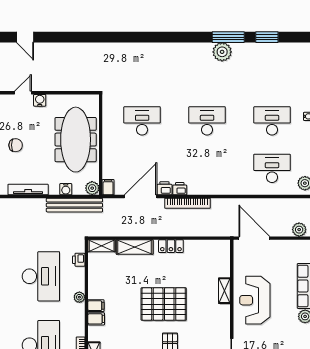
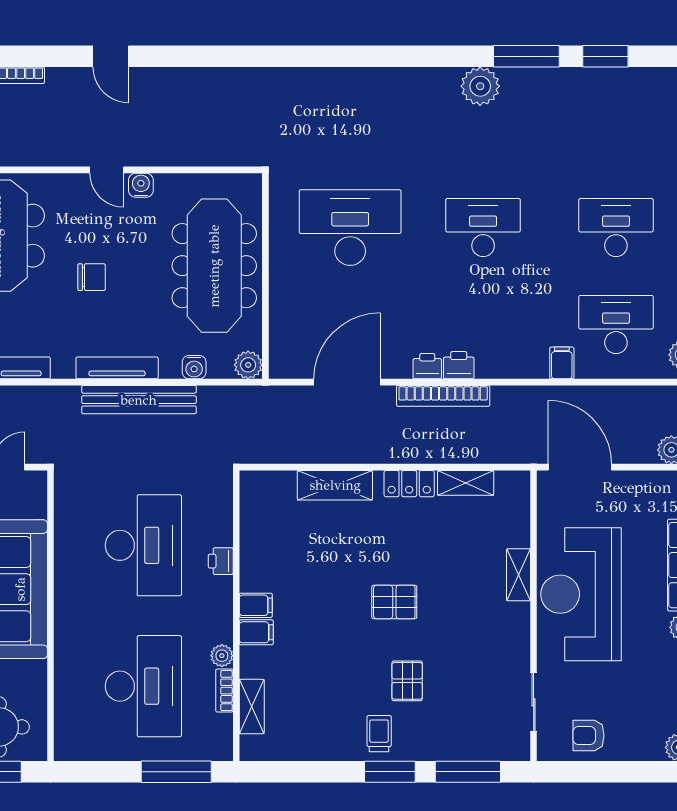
plant: (222, 52) -> (480, 86), moved
door: (23, 93) -> (107, 170), swing flipped
desk: (142, 121) -> (350, 228), width x1.36, depth x1.30
filing cabinet: (108, 187) -> (562, 363), moved
printer: (164, 188) -> (459, 365), moved
bench: (74, 205) -> (139, 400), moved
shelving: (102, 246) -> (466, 483), moved
printer: (79, 260) -> (221, 561), moved
plant: (79, 297) -> (222, 656), moved
reception desk: (255, 300) -> (581, 594), width x1.36, depth x1.30
pallet: (164, 304) -> (394, 602), width x0.49, depth x0.50

